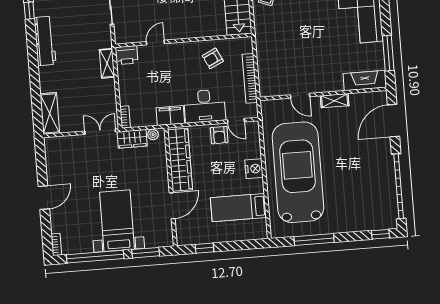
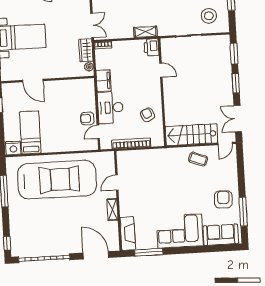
wardrobe: (180, 160) -> (69, 87), removed
nightstand: (254, 169) -> (13, 148), moved

